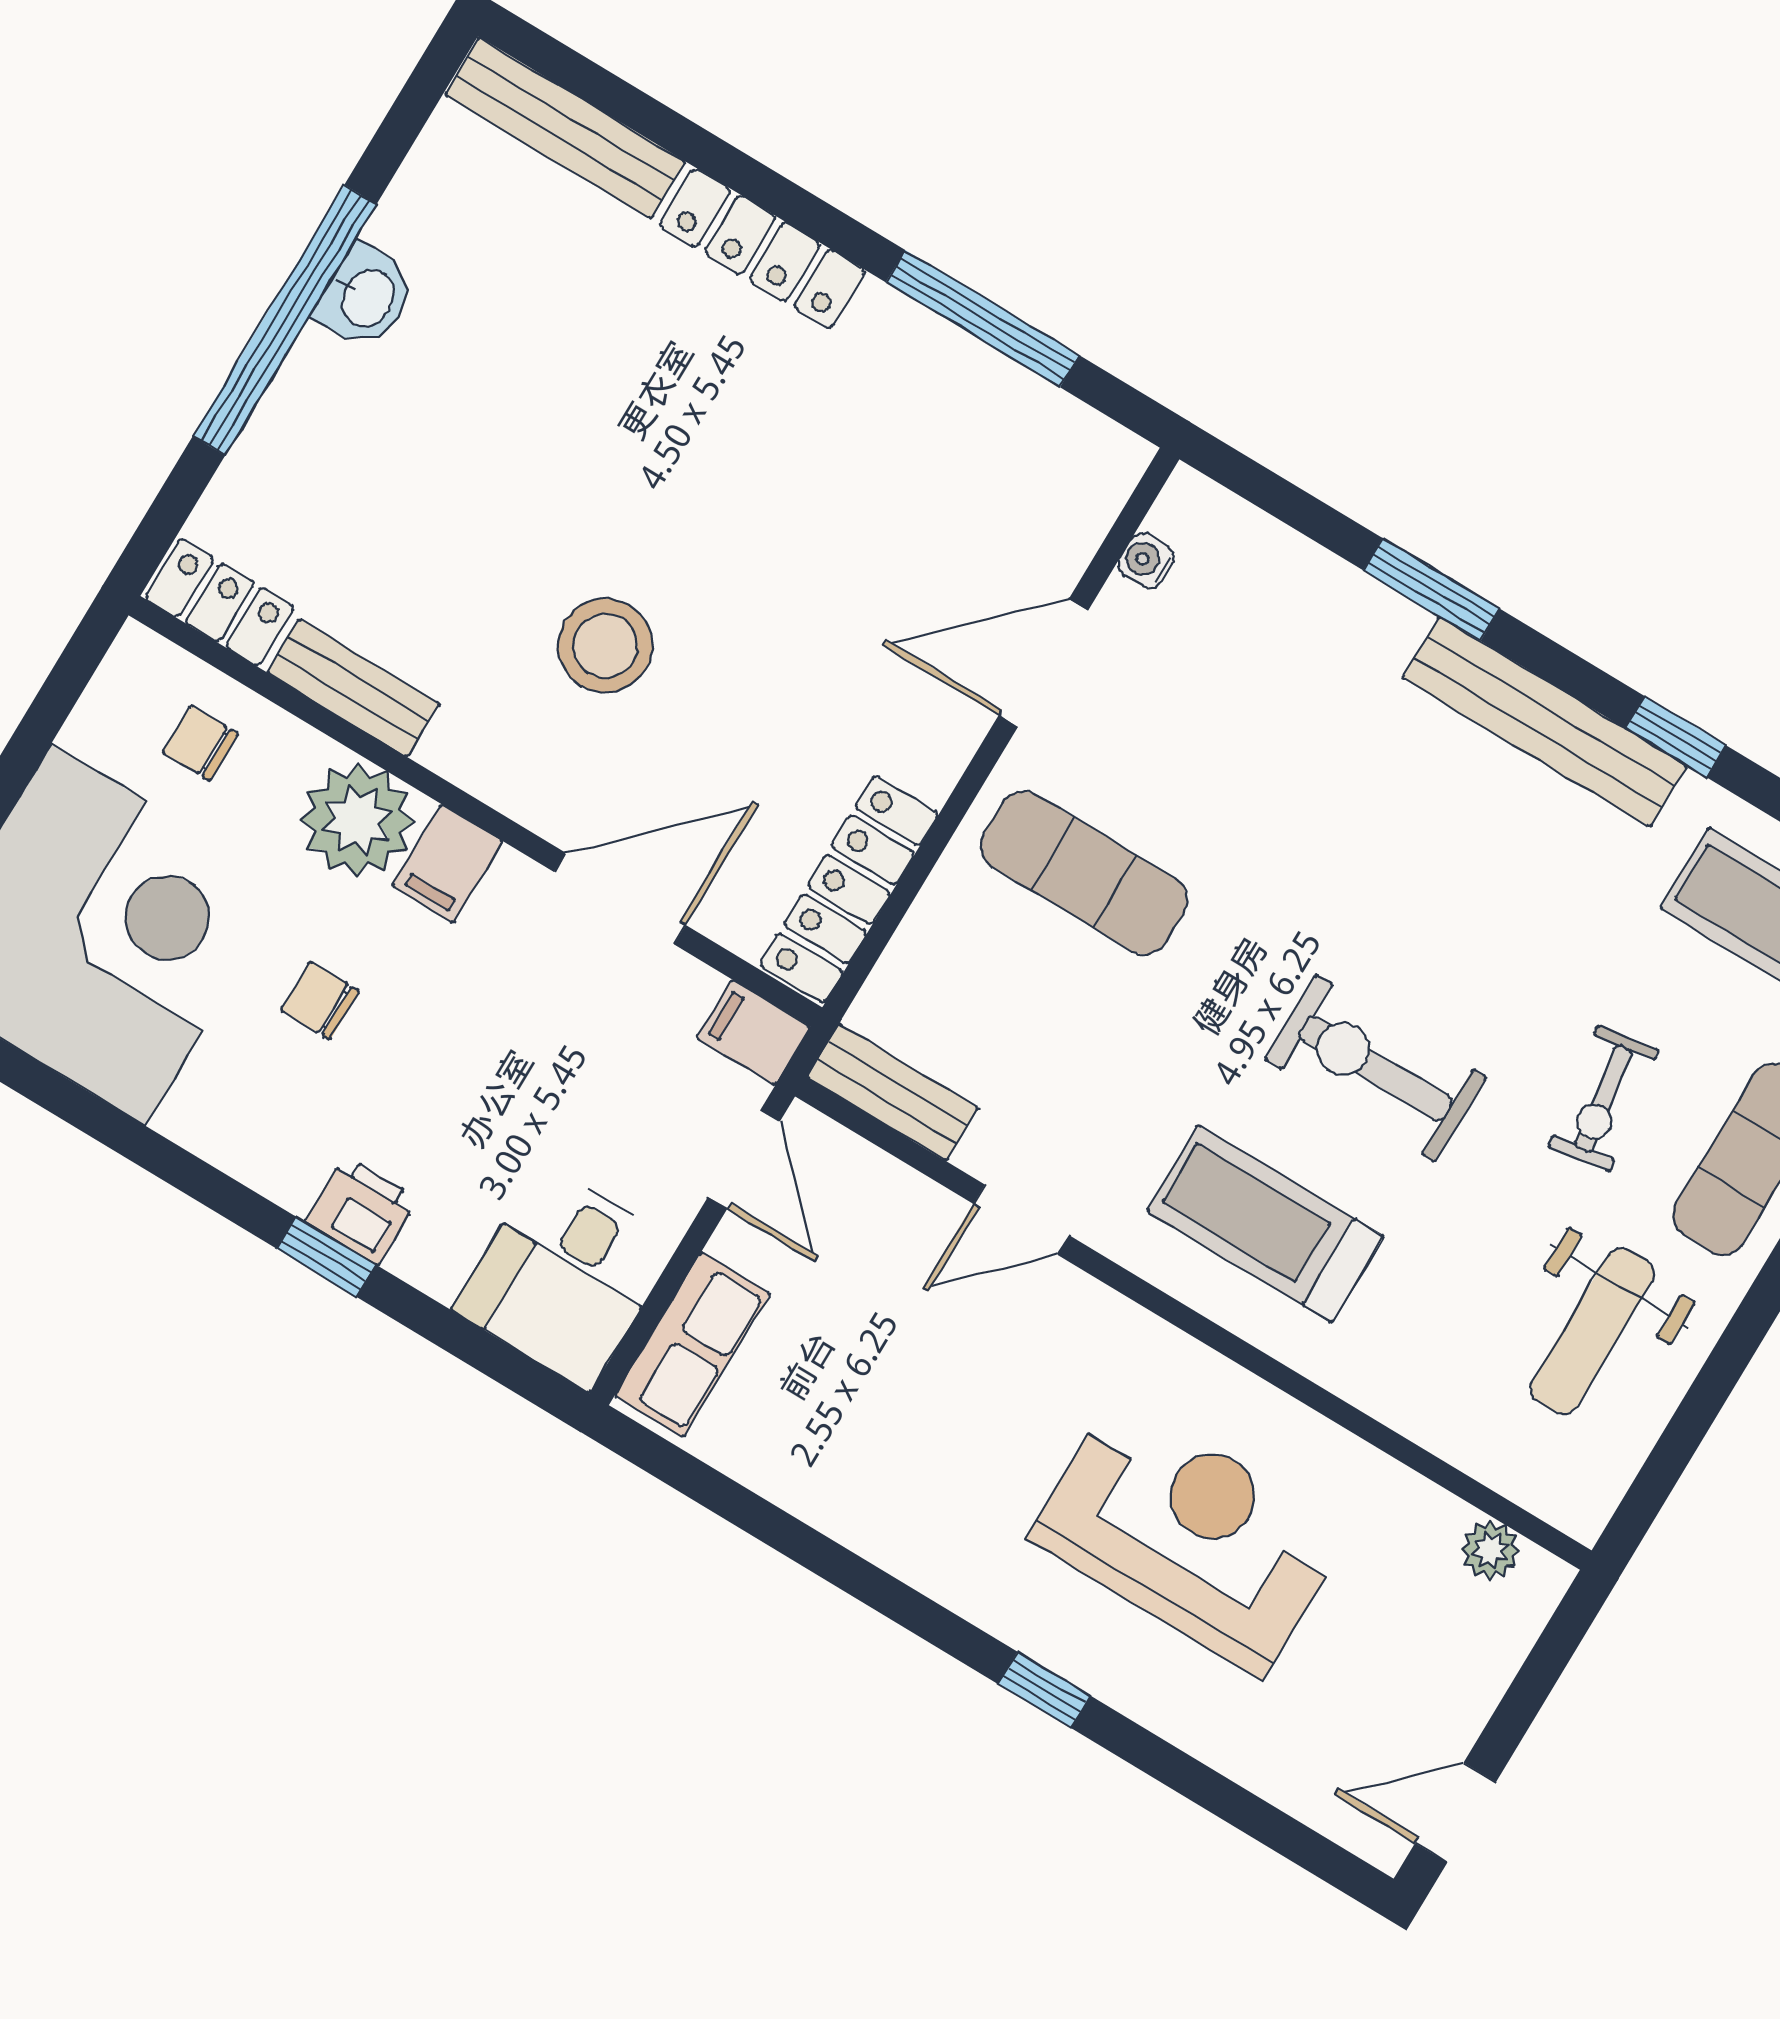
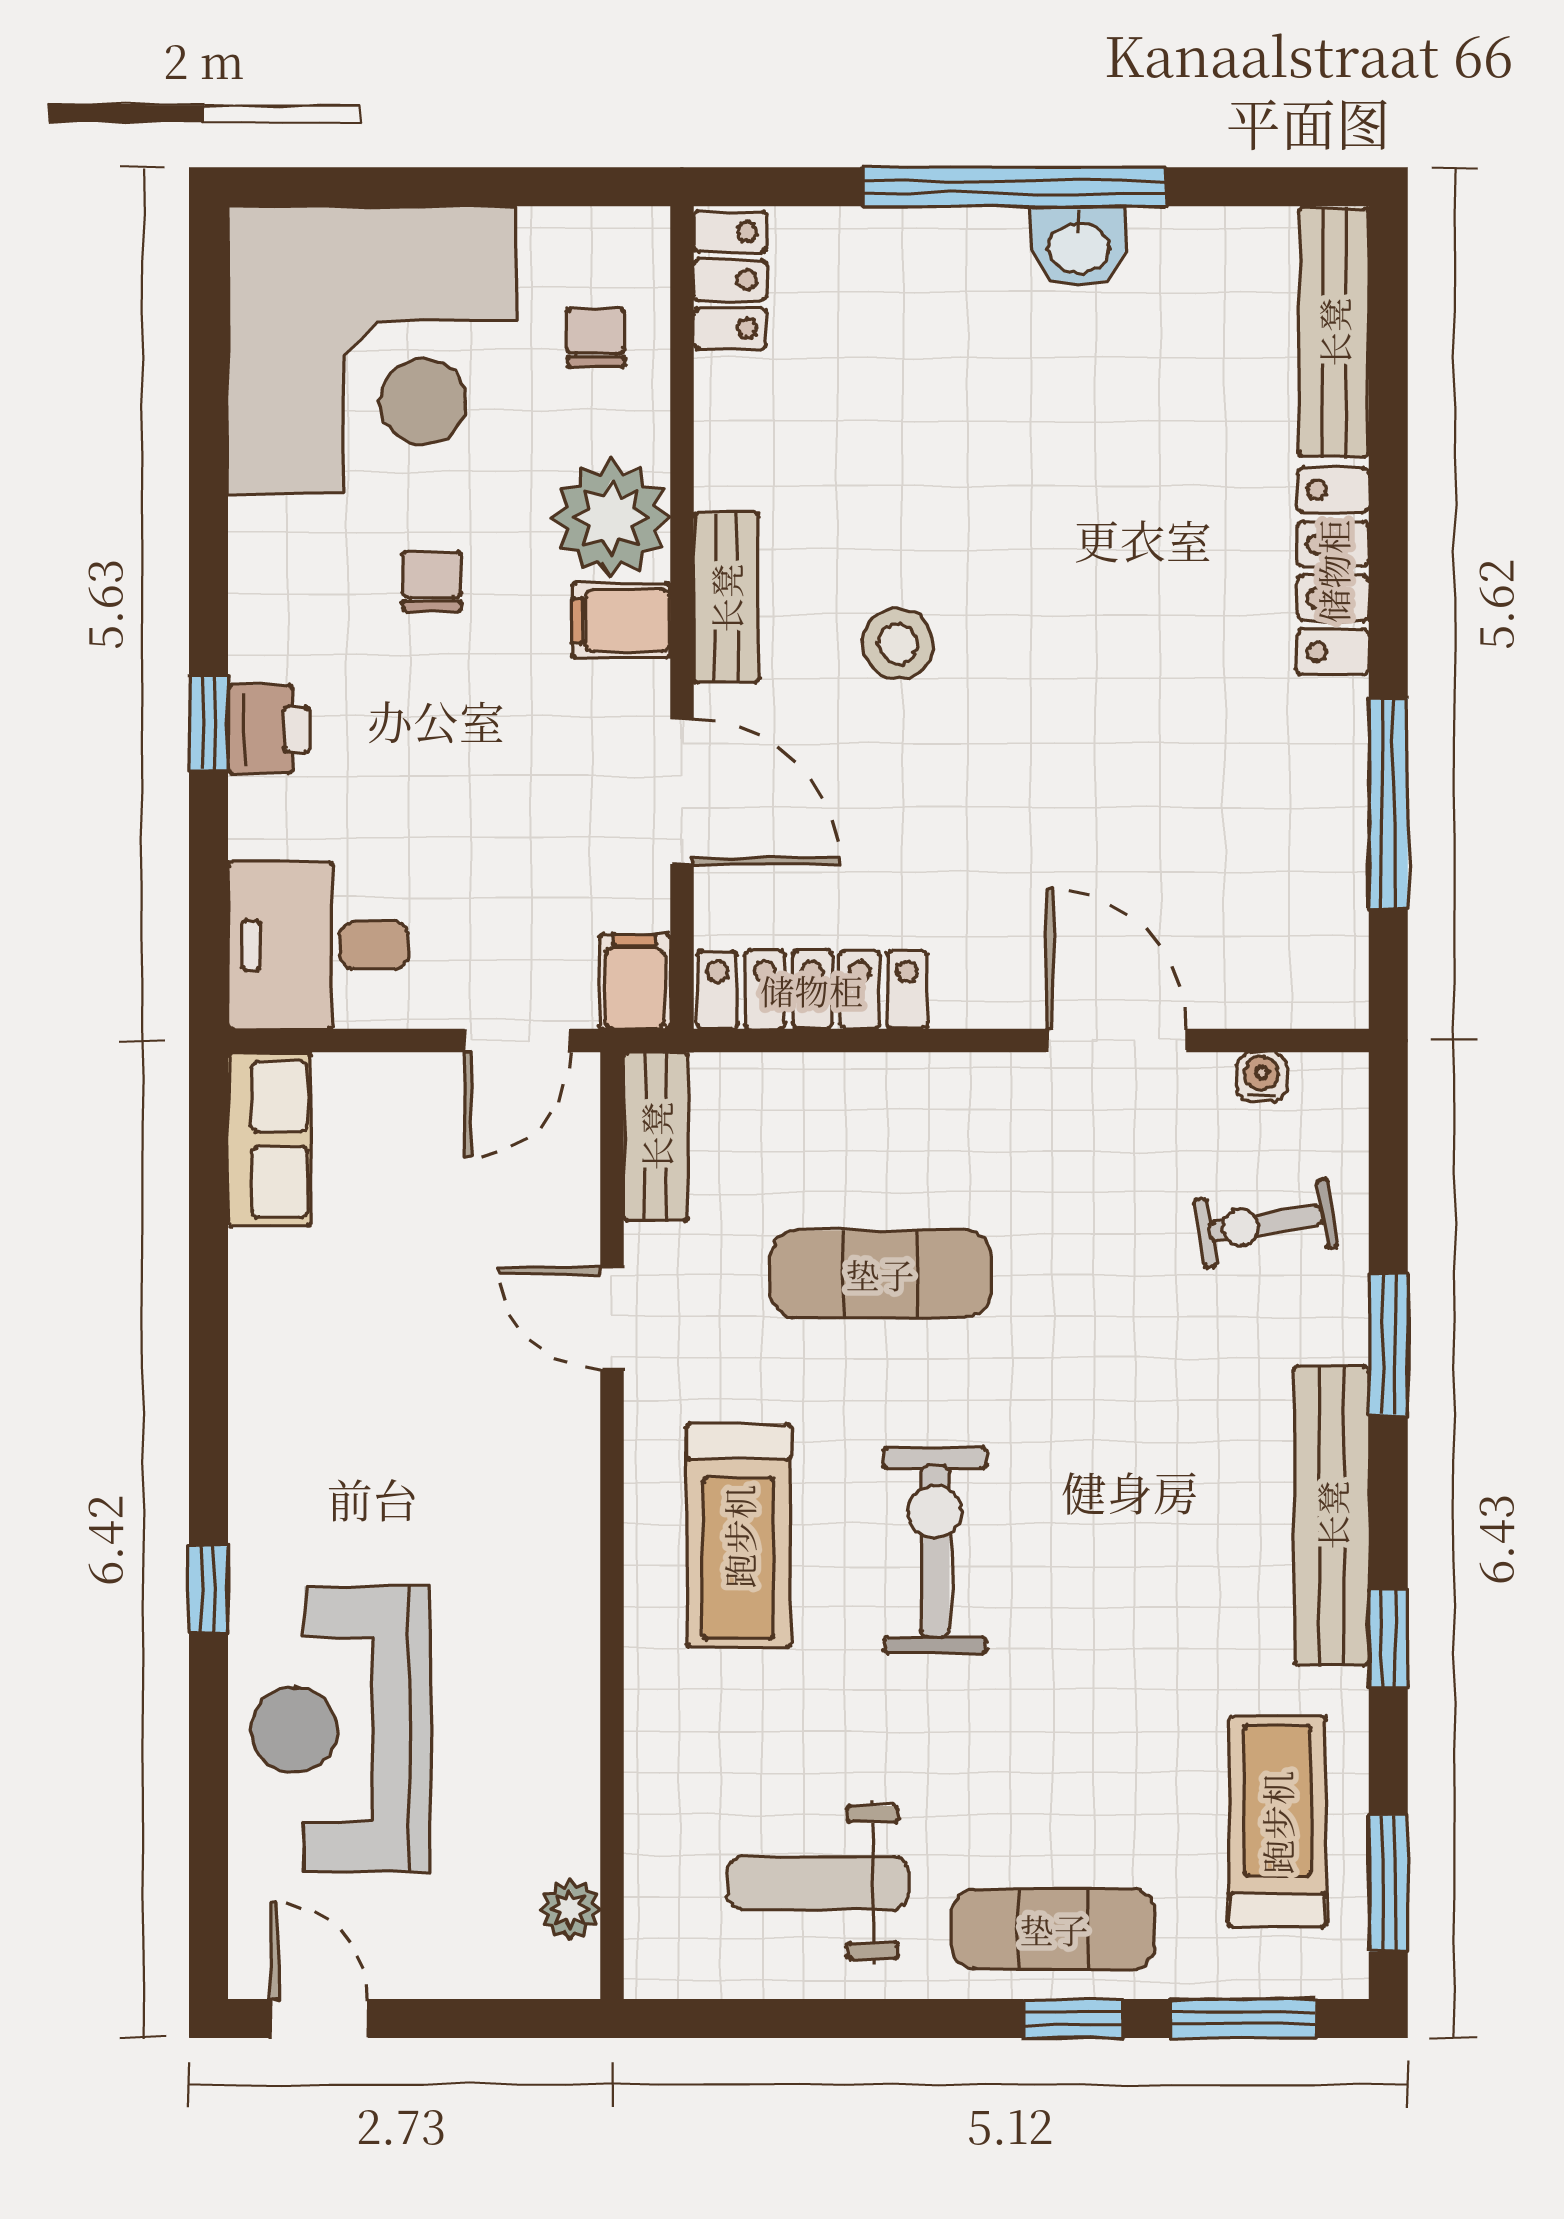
stool: (605, 645) -> (898, 644), width x0.73, depth x0.73
bench: (353, 688) -> (726, 598), moved
exercise mat: (1084, 873) -> (880, 1274), moved, turned 90
exercise bike: (1603, 1099) -> (1266, 1223), moved
treadmill: (1265, 1224) -> (739, 1536), turned 180
row of seats: (692, 1345) -> (269, 1139), moved, turned -90
reception desk: (1189, 1535) -> (340, 1729), moved, turned 180

